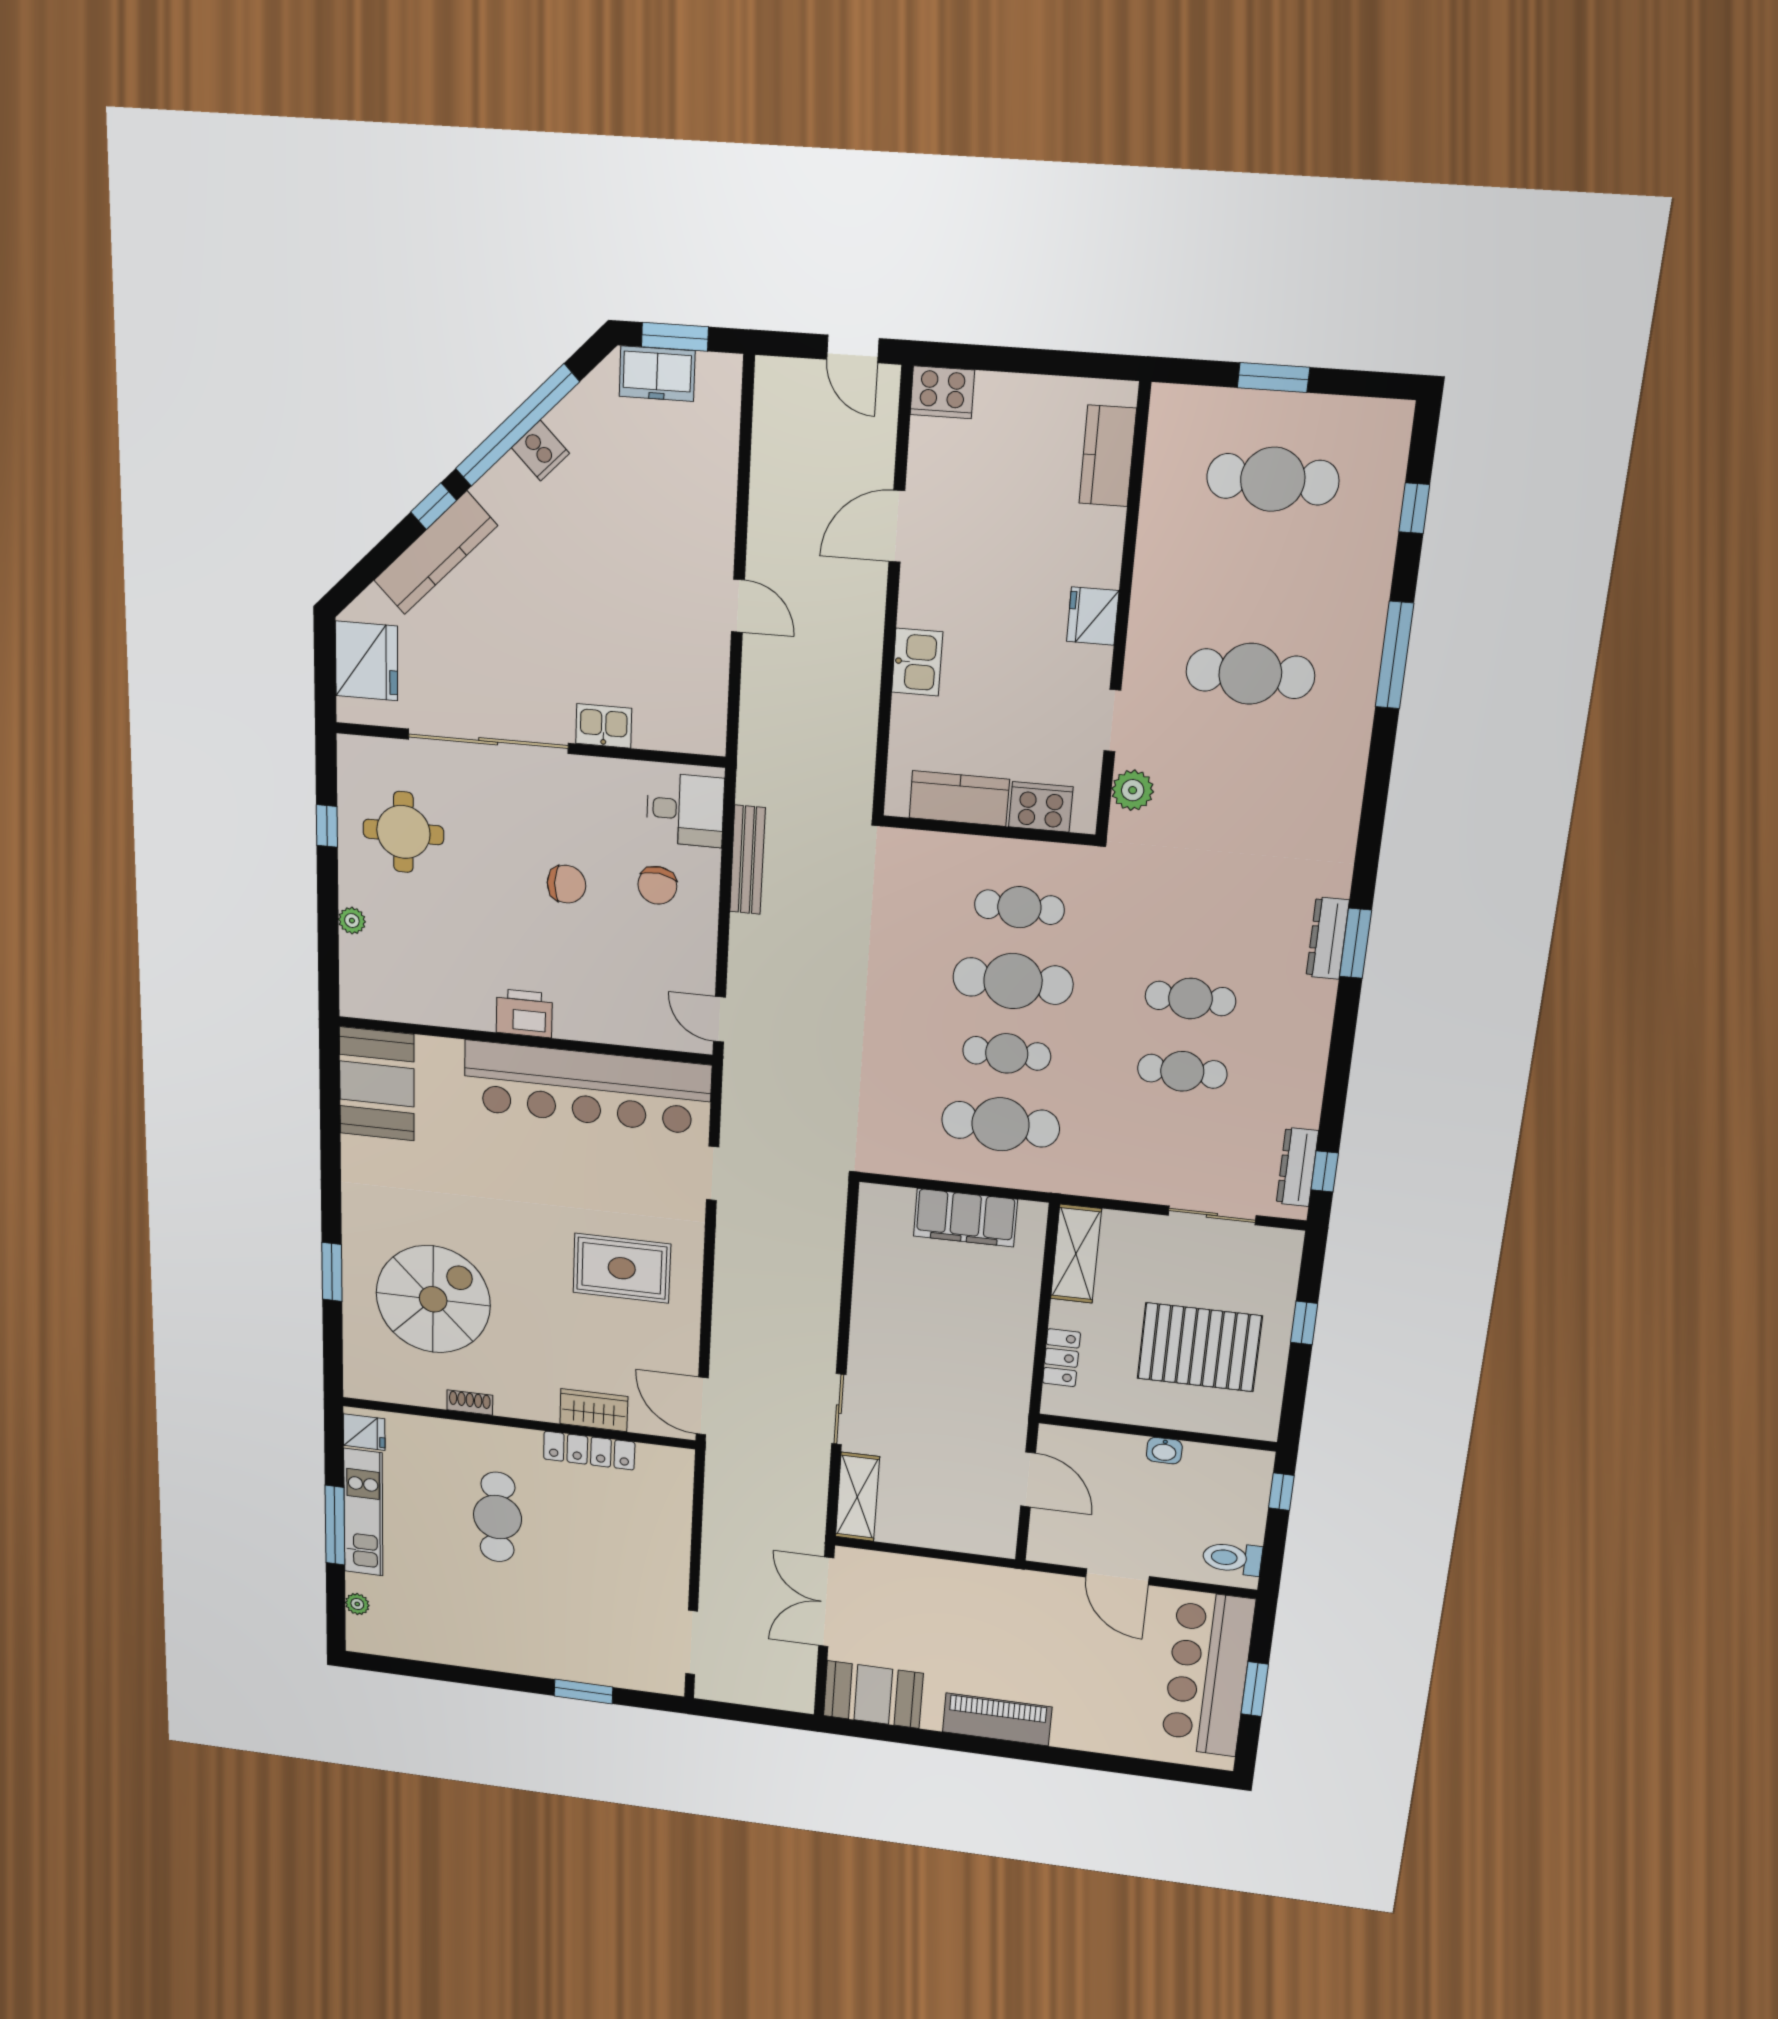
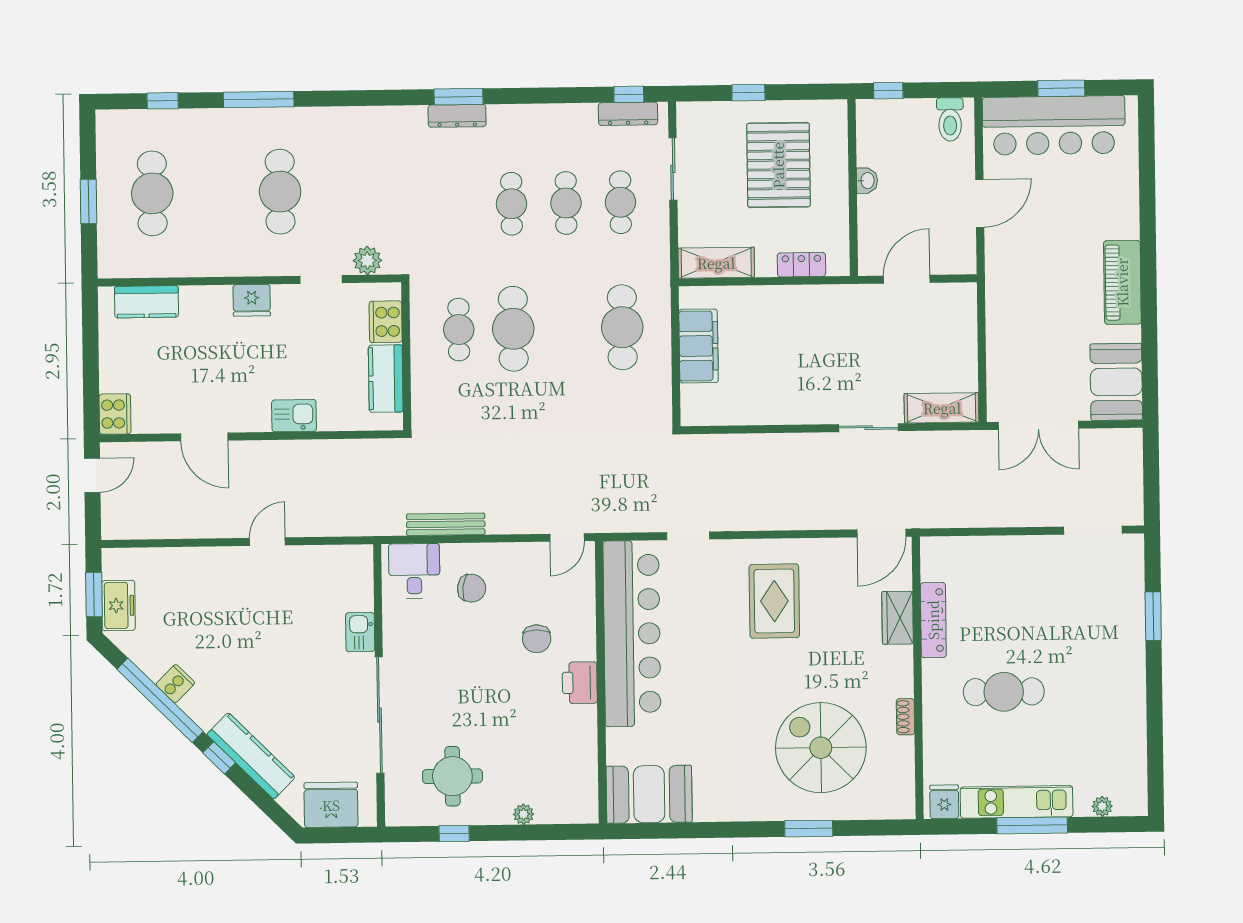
chair: (566, 884) -> (537, 639), moved, turned 180
cafe table: (1007, 1053) -> (620, 202), moved

